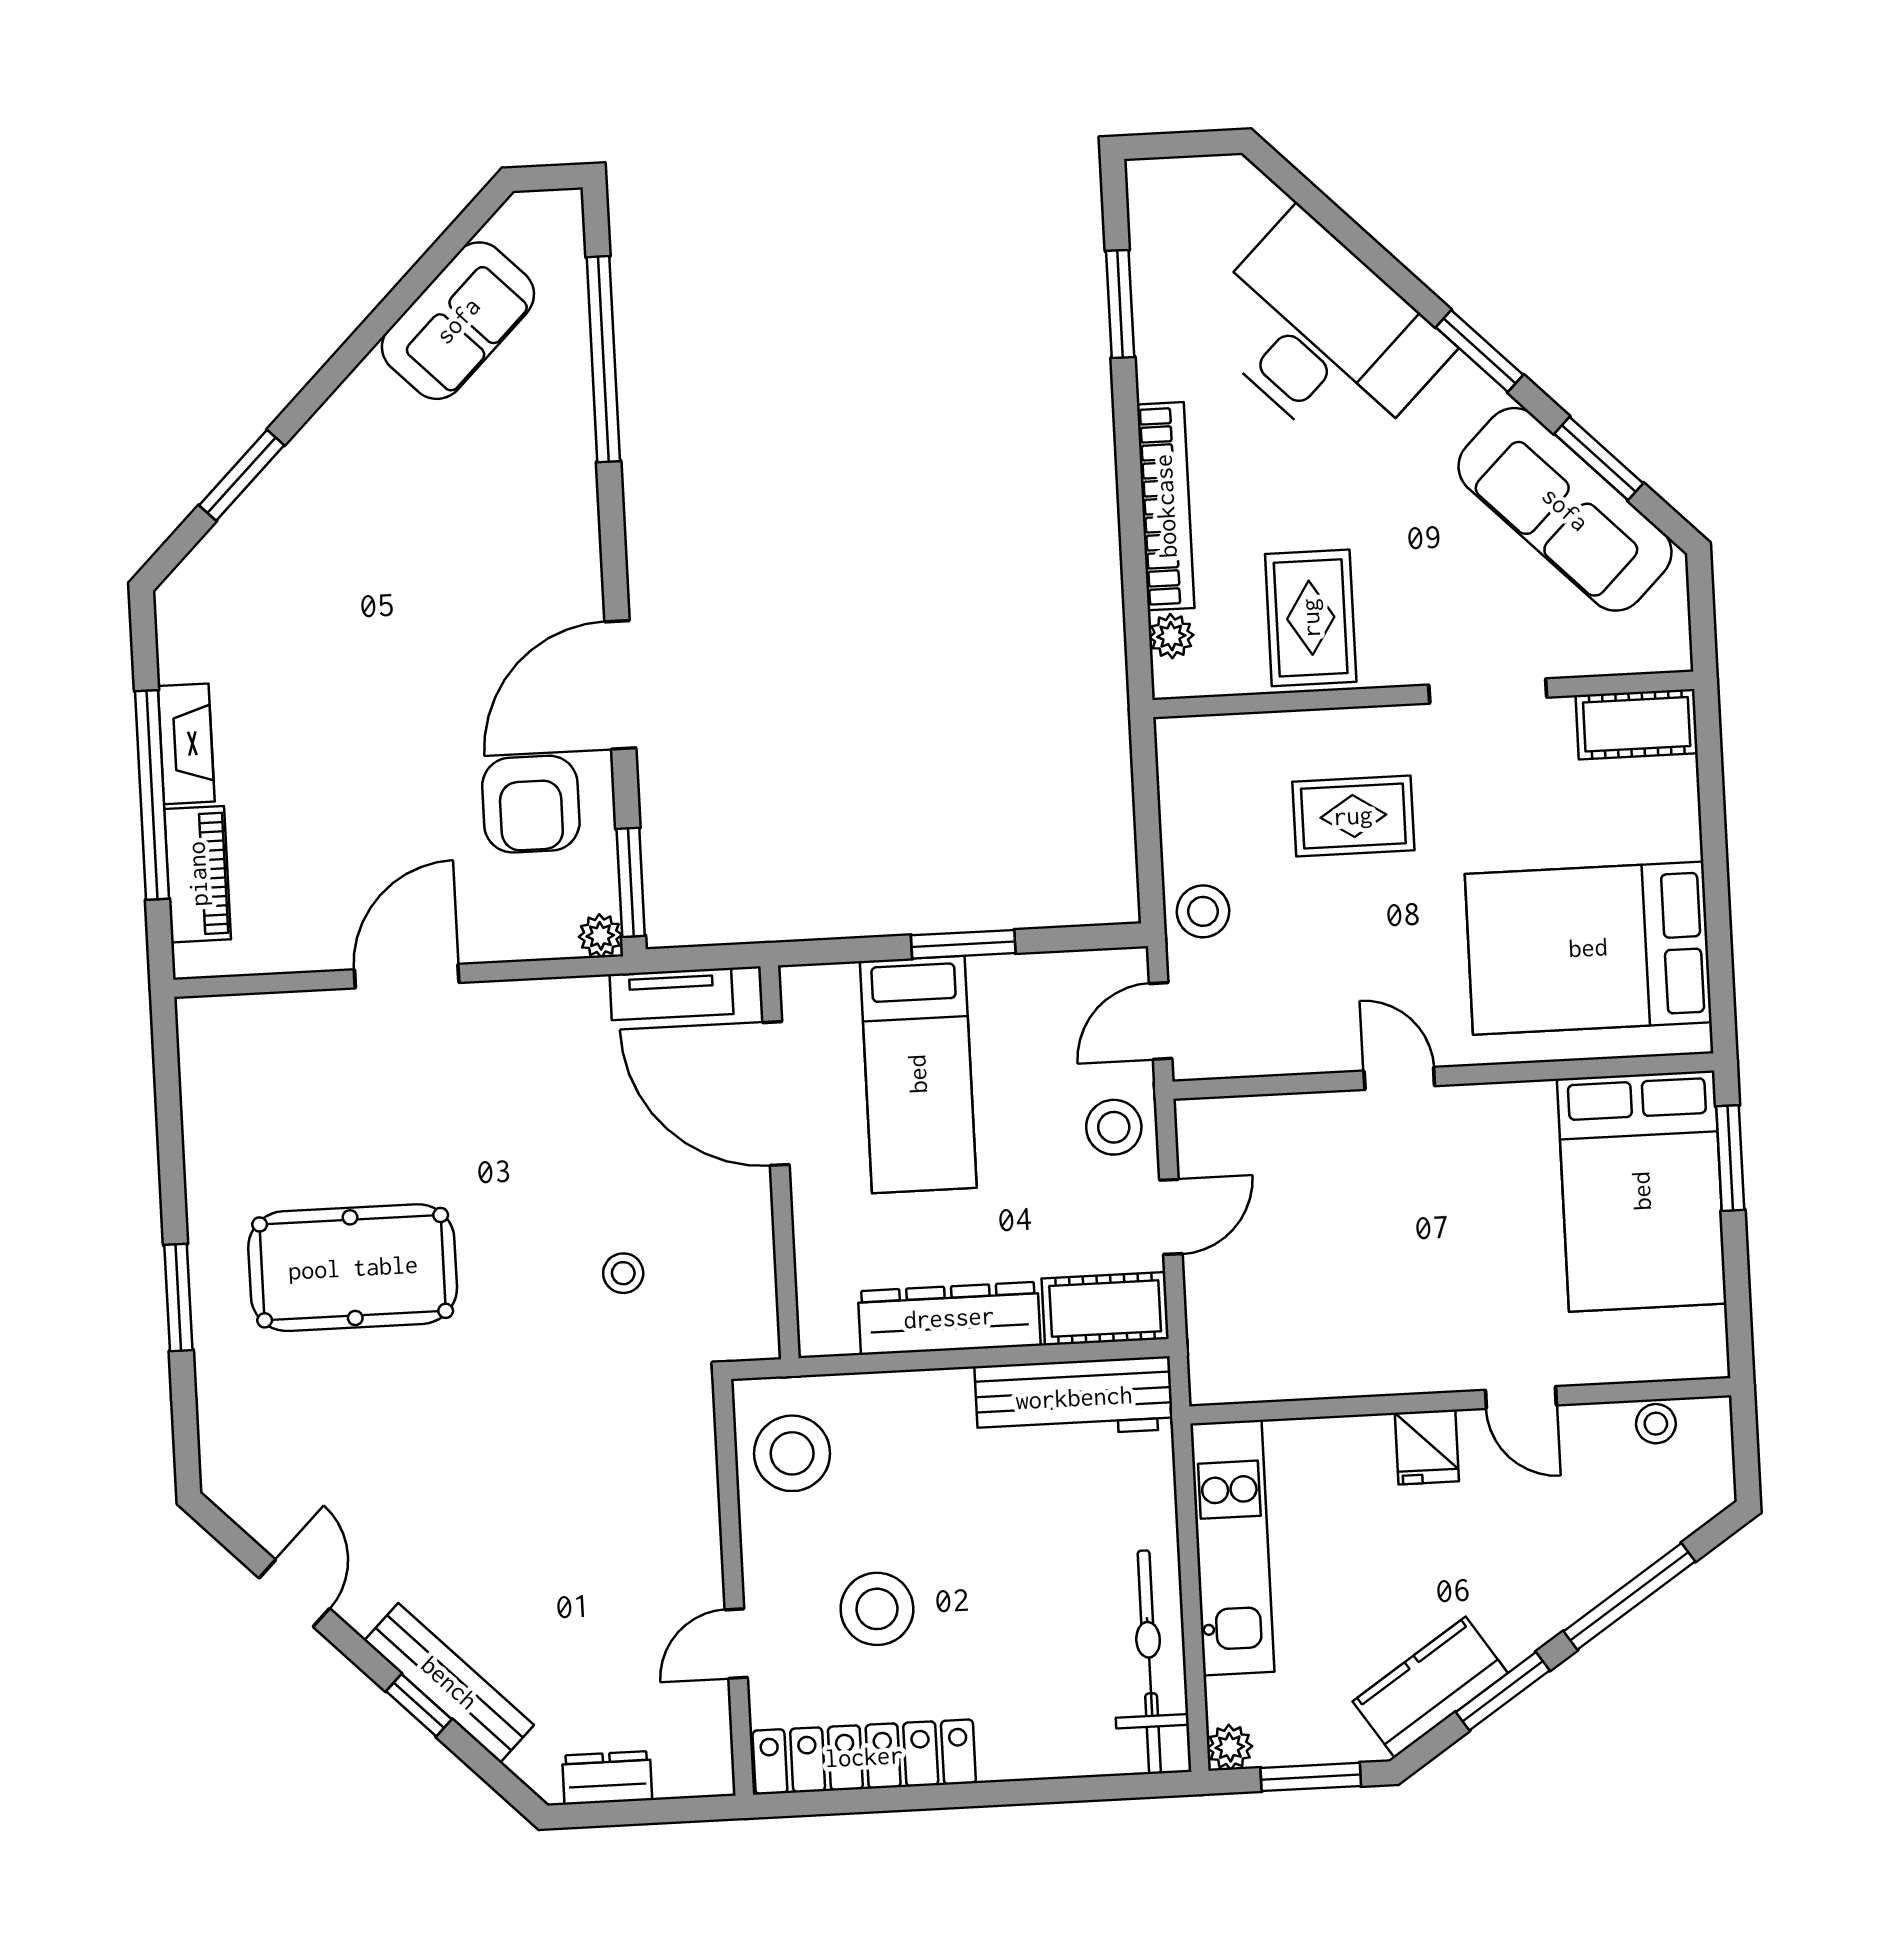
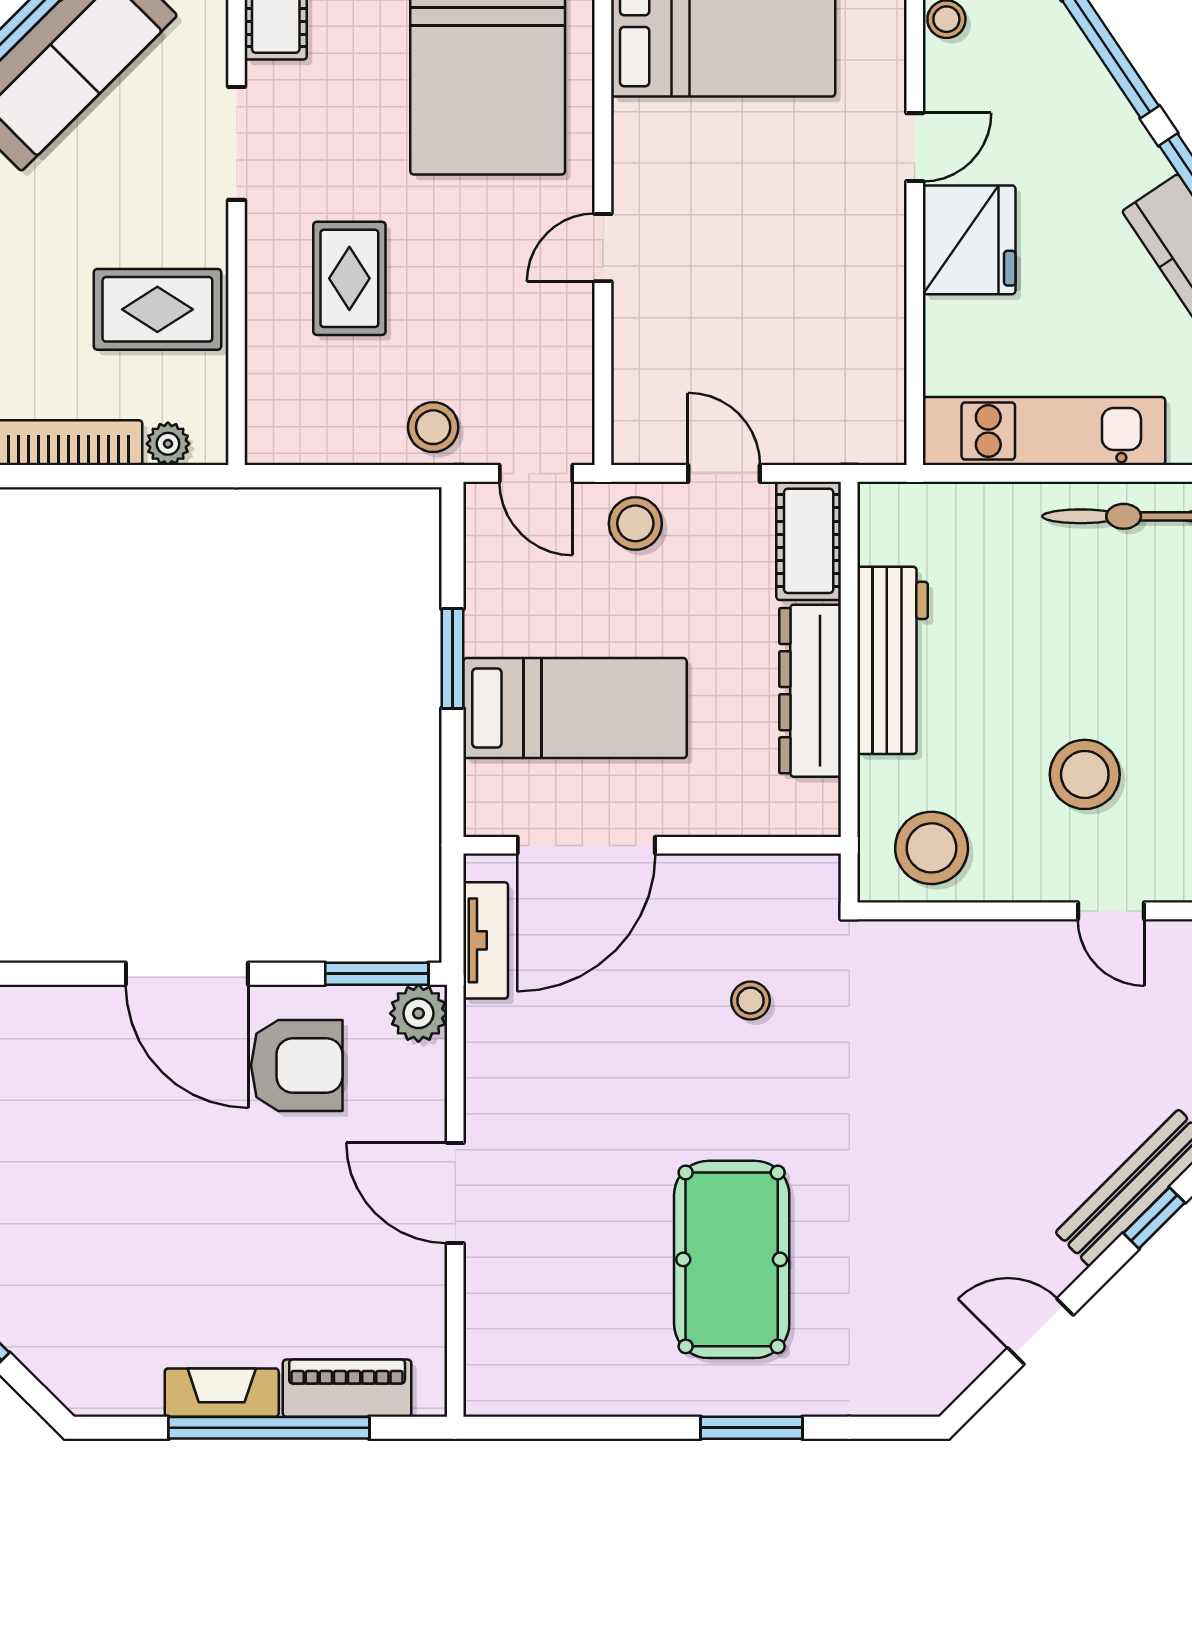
plant: (600, 936) -> (418, 1013), width x1.38, depth x1.38
workbench: (1074, 1398) -> (892, 660), moved
fridge: (1427, 1447) -> (969, 240), width x1.88, depth x1.34

